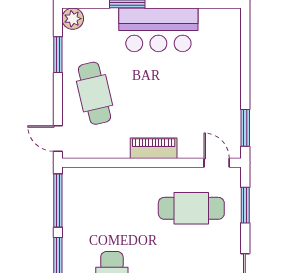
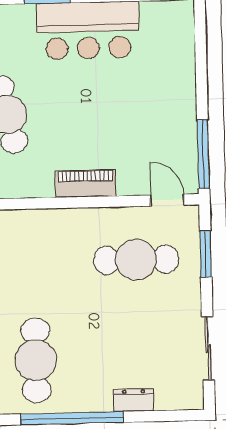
window: (245, 128) -> (203, 154), width x1.44

